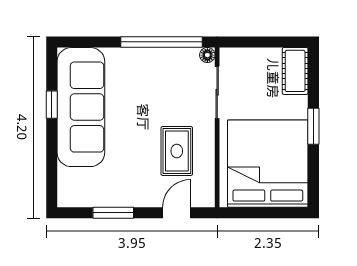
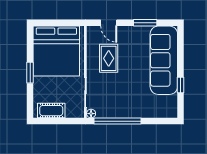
cot: (295, 71) -> (51, 111), moved, turned 90
sofa: (81, 107) -> (164, 60), moved
door: (177, 213) -> (109, 23), hinge flipped

